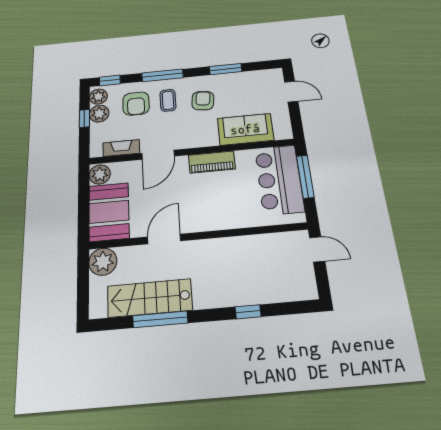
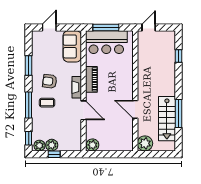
armchair: (136, 104) -> (47, 122), removed
sofa: (245, 129) -> (72, 46), moved
fireplace: (121, 148) -> (77, 87), moved
booth: (109, 212) -> (116, 140), removed
window: (248, 312) -> (178, 56), moved

